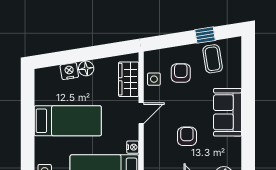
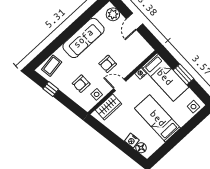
coffee table: (213, 59) -> (52, 66), moved
floor lamp: (86, 68) -> (141, 148), moved
sofa: (228, 112) -> (83, 38), width x1.36
armchair: (187, 136) -> (108, 64), moved

